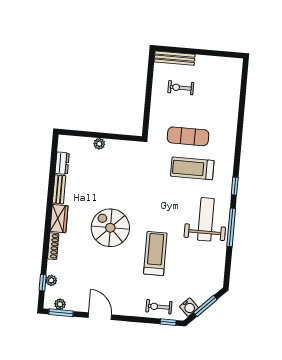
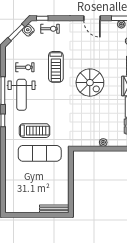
exercise bike: (181, 88) -> (25, 67), moved
exercise mat: (188, 136) -> (40, 153), width x1.36, depth x1.45

